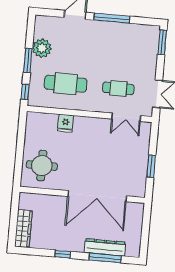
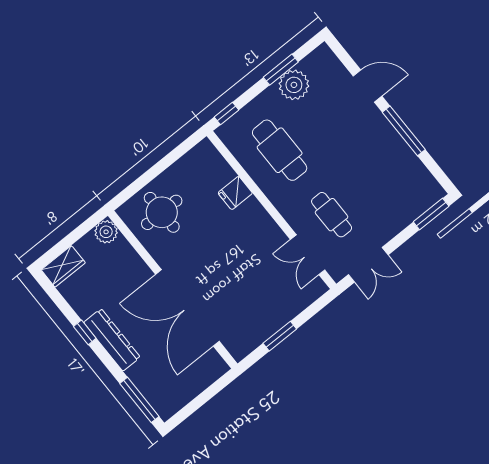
window: (28, 60) -> (281, 70), moved
plant: (26, 200) -> (106, 232), added
wardrobe: (23, 229) -> (63, 266), width x0.67
dresser: (105, 247) -> (112, 340), moved
window: (105, 258) -> (139, 400), moved

